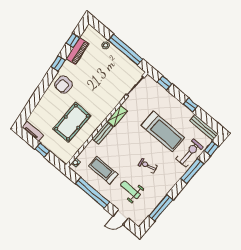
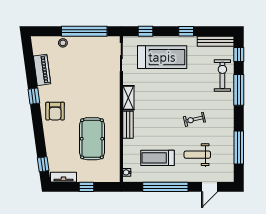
window: (73, 40) -> (43, 164), moved
treadmill: (163, 131) -> (162, 57), moved

